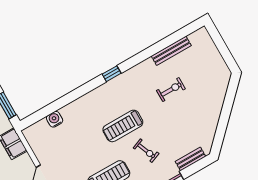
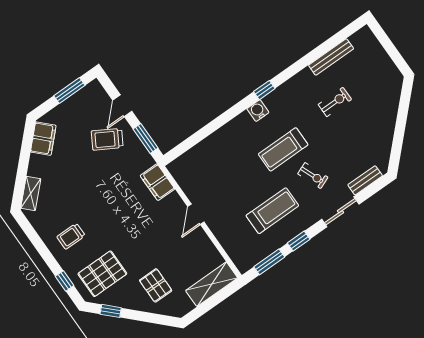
water cooler: (55, 119) -> (258, 111), moved

